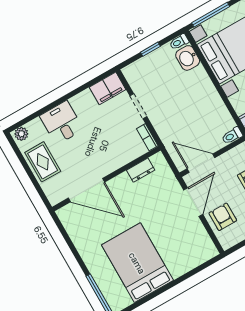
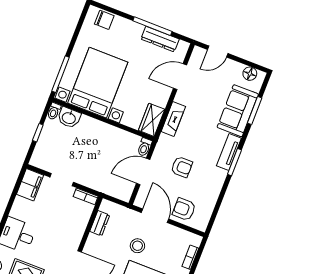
door: (201, 163) -> (143, 171), moved
stool: (157, 216) -> (137, 246), added
bookcase: (195, 262) -> (190, 257), added

